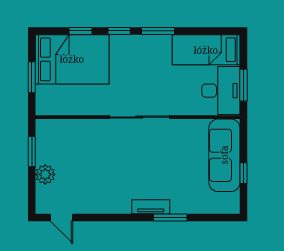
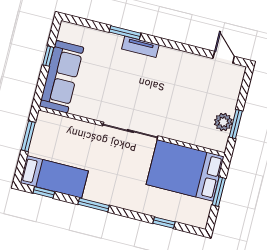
window: (119, 31) -> (44, 192), moved
bed: (72, 59) -> (185, 170), moved
desk: (221, 91) -> (50, 136), removed
plant: (45, 174) -> (223, 122), moved

